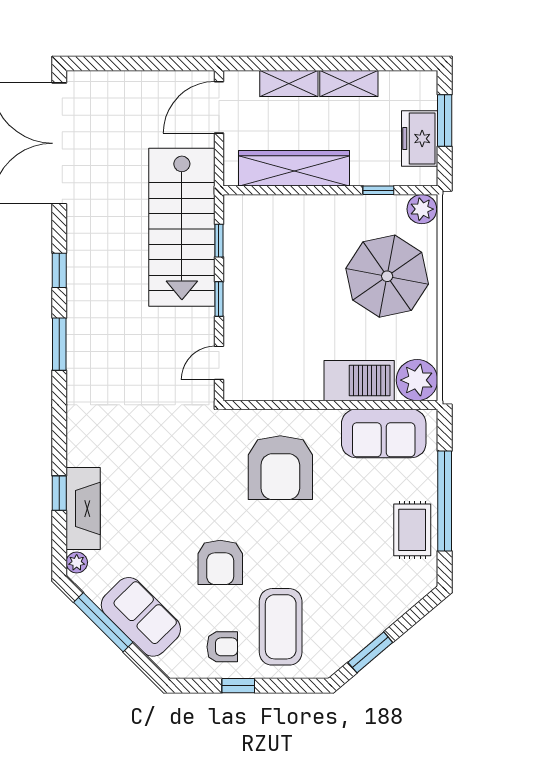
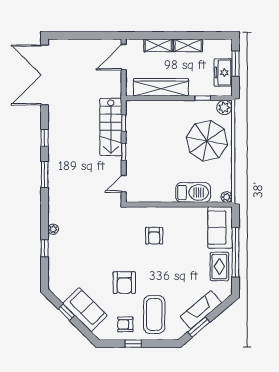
stairs: (182, 227) -> (111, 127), width x0.73, depth x0.66
plant: (417, 380) -> (227, 197), width x0.53, depth x0.53
sofa: (384, 433) -> (220, 227), moved, turned 90
armchair: (280, 468) -> (154, 236), width x0.53, depth x0.53
fireplace: (83, 509) -> (201, 310), moved, turned -130
plant: (77, 562) -> (53, 229), moved
window: (103, 622) -> (66, 312), width x0.46
armchair: (222, 647) -> (125, 324), turned 180

